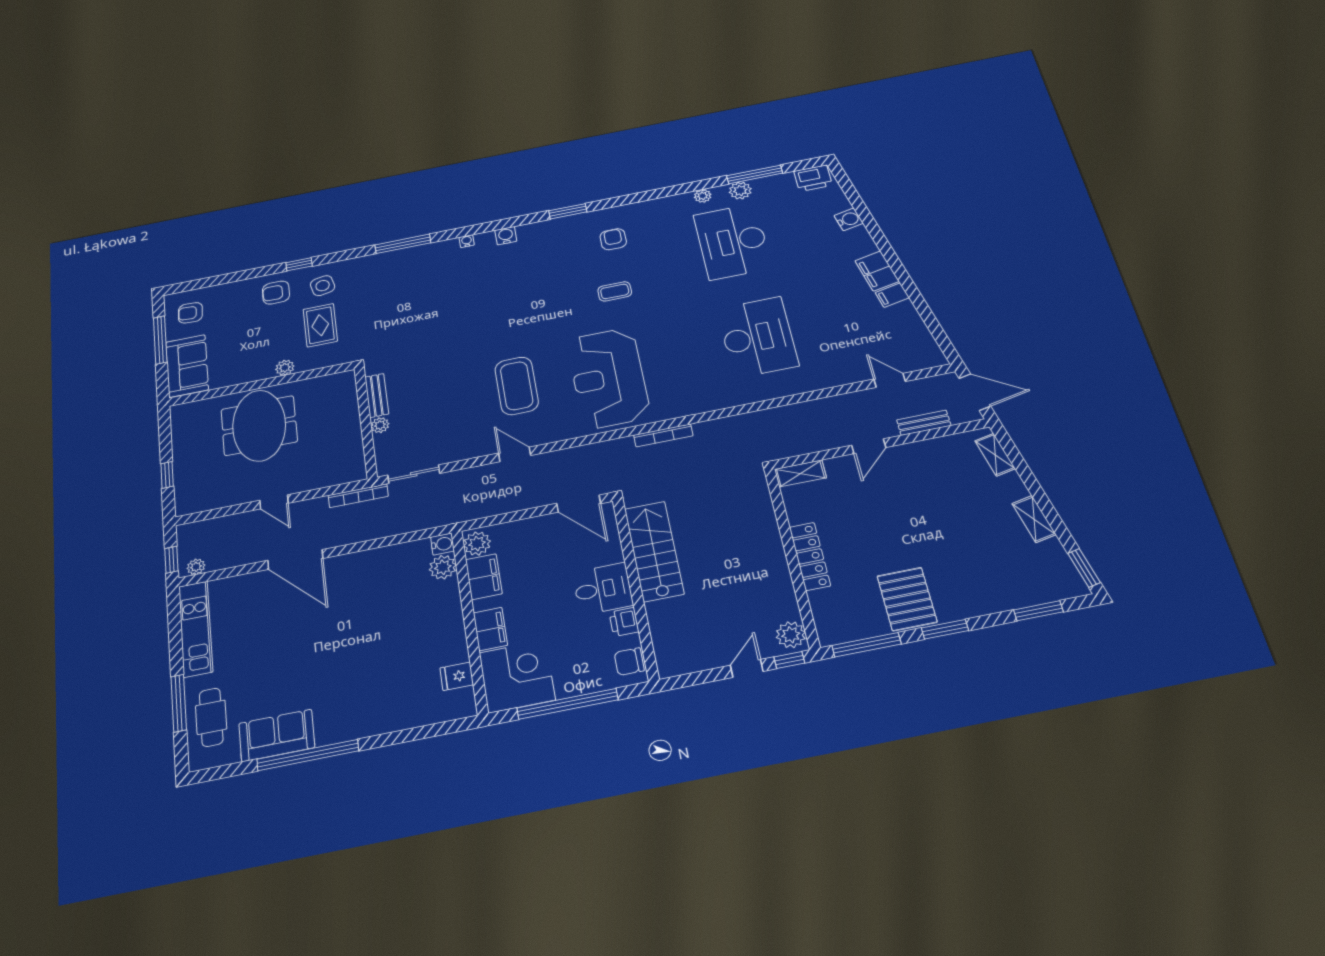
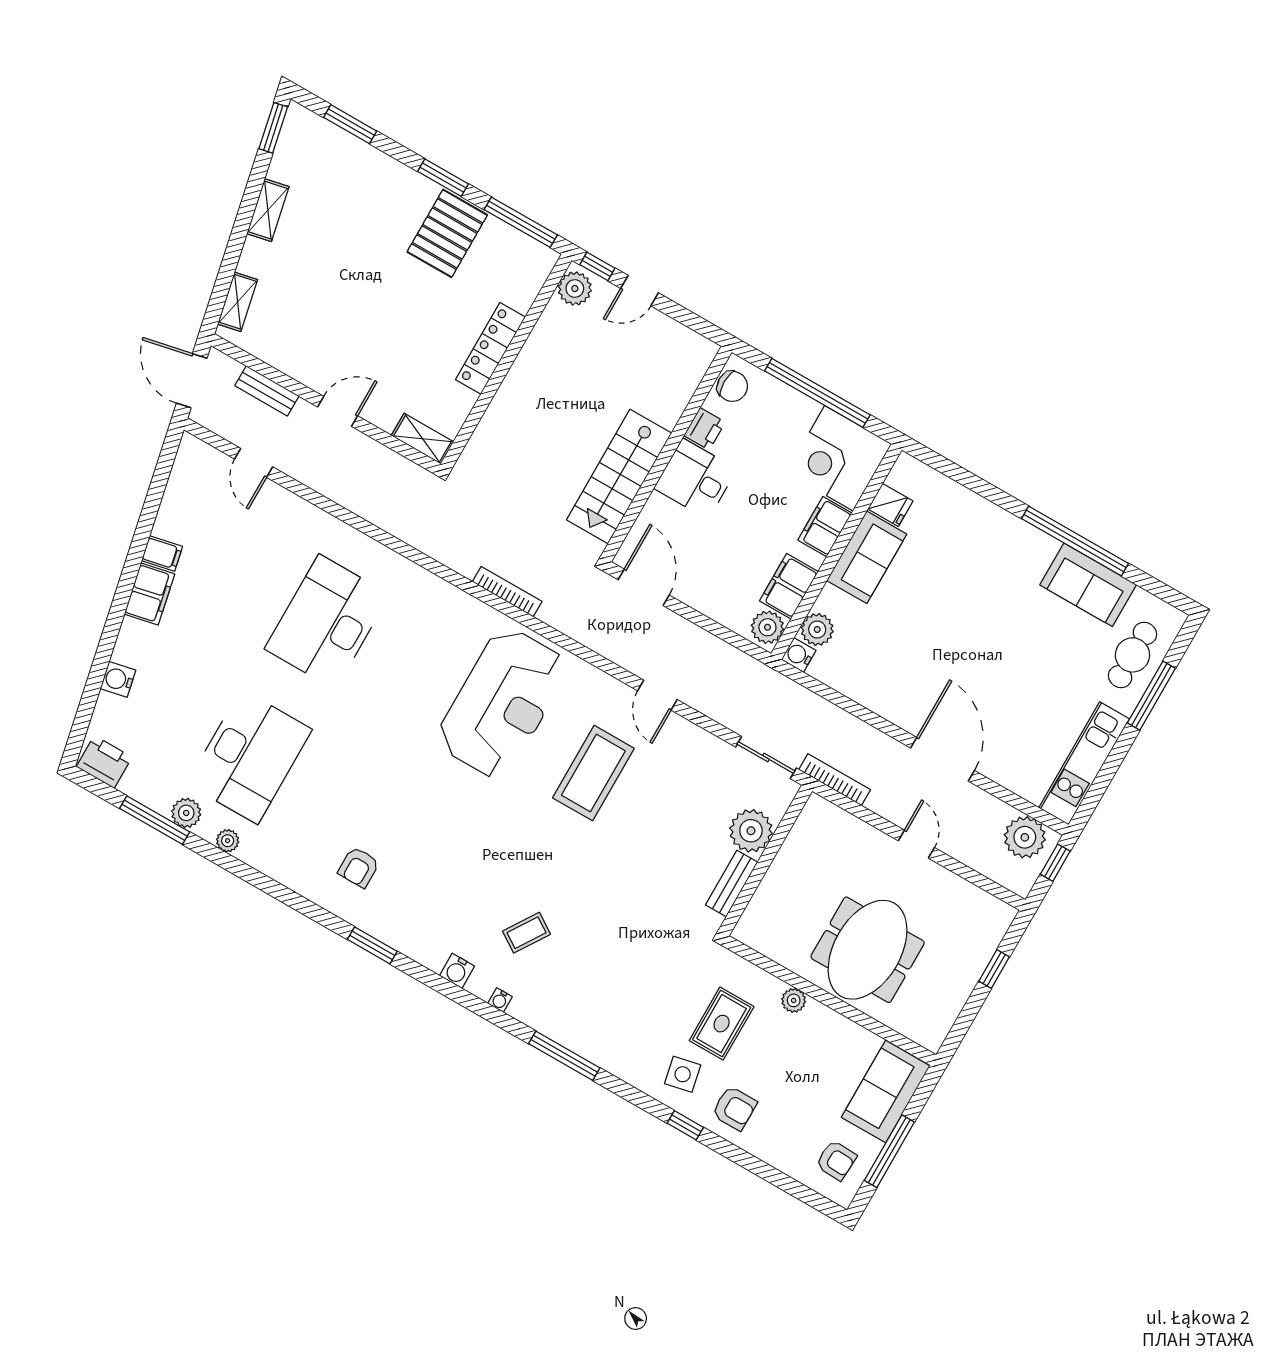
coffee table: (615, 291) -> (526, 933), moved, turned -57
plant: (380, 425) -> (751, 831), width x1.88, depth x1.88
plant: (196, 567) -> (1025, 837), width x1.88, depth x1.88
sofa: (446, 633) -> (867, 557), added

